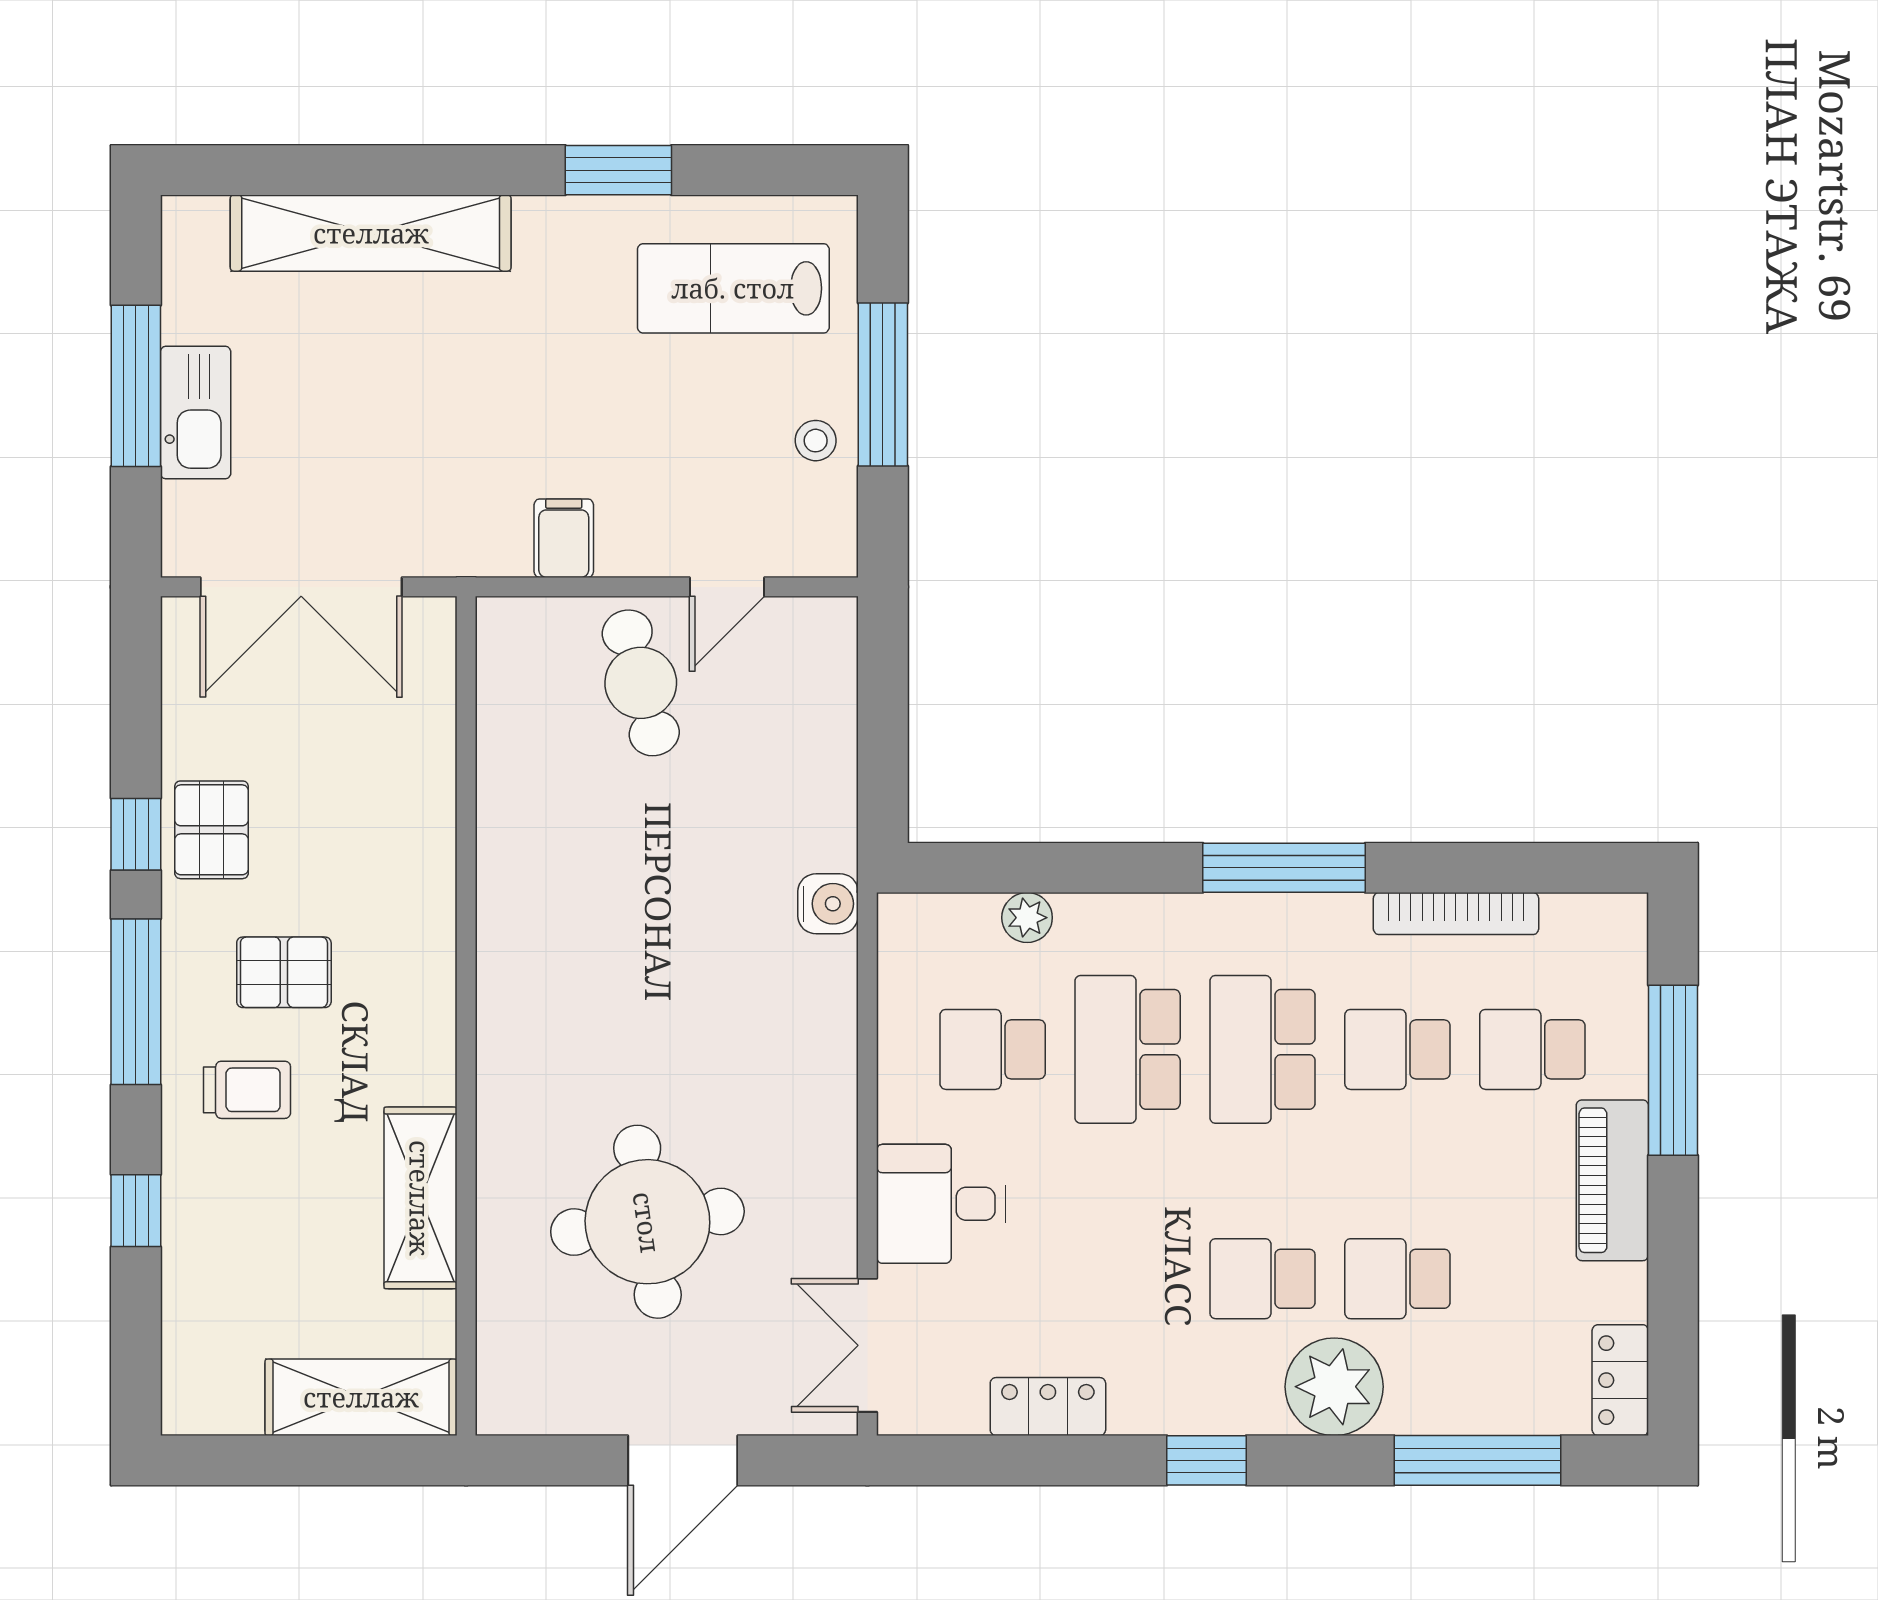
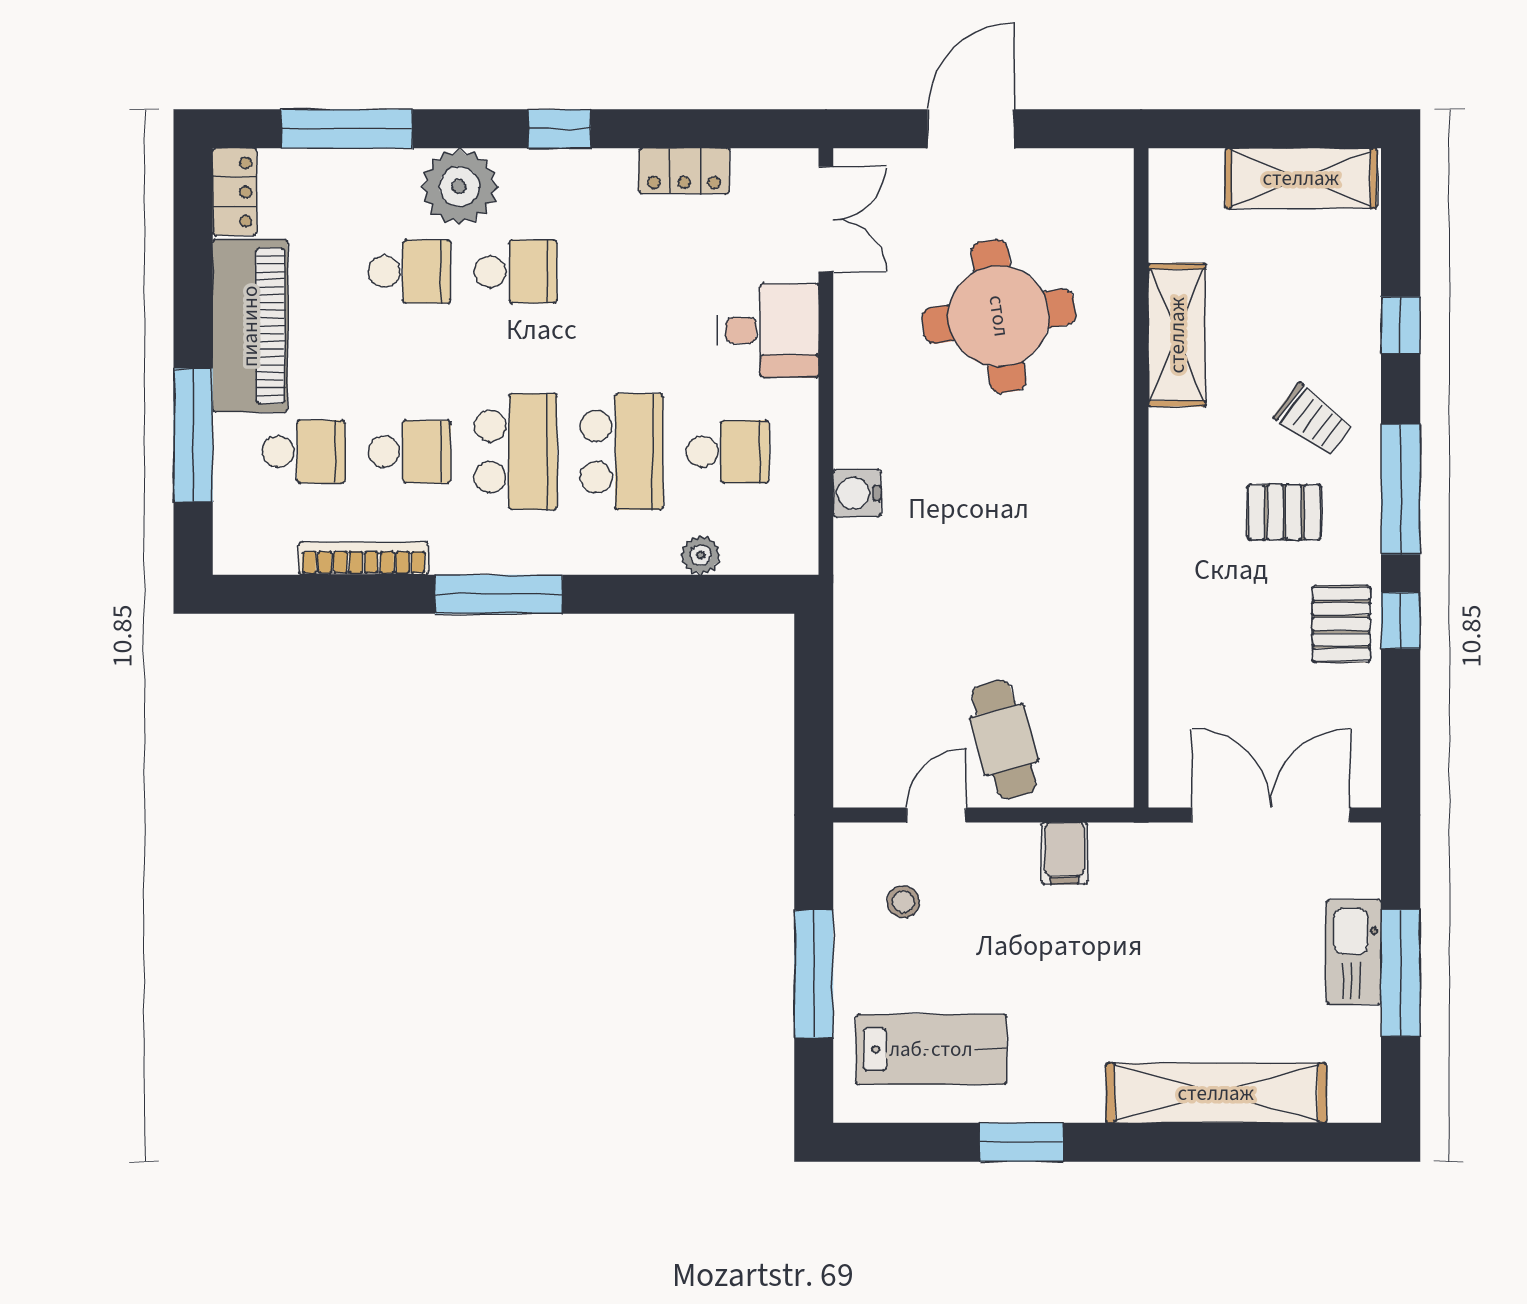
stool: (816, 441) -> (903, 902), moved
water cooler: (828, 904) -> (857, 493), moved
trolley: (247, 1090) -> (1313, 420), turned -143
piano: (1612, 1180) -> (250, 326), width x1.37, depth x1.33
shelving: (361, 1397) -> (1301, 178), moved

